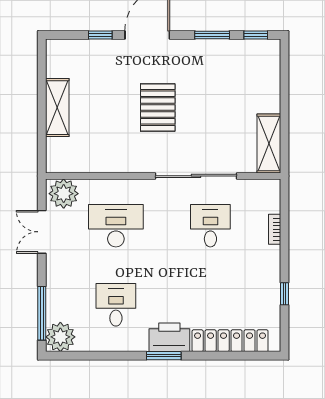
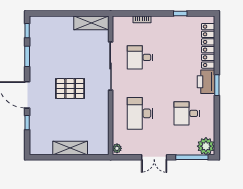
plant: (64, 194) -> (117, 148), width x0.53, depth x0.53
double door: (42, 232) -> (154, 157), moved

